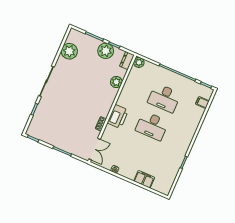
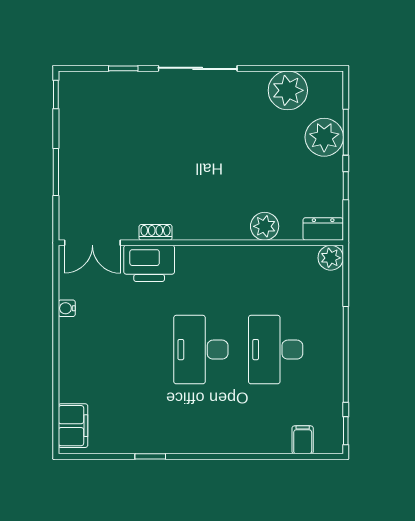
plant: (106, 51) -> (324, 137), moved
printer: (118, 116) -> (149, 263), moved
filing cabinet: (144, 179) -> (73, 426), moved

